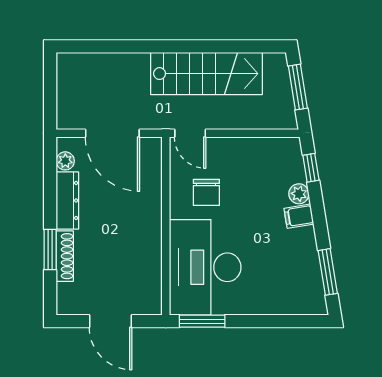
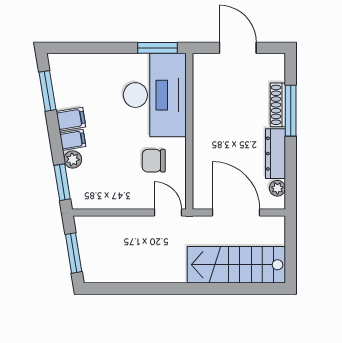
stairs: (206, 74) -> (236, 265), moved
window: (311, 168) -> (62, 182), width x1.50
chair: (206, 192) -> (154, 161), turned -90
filing cabinet: (301, 240) -> (71, 119), added
window: (50, 249) -> (291, 111), width x1.44

